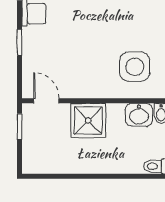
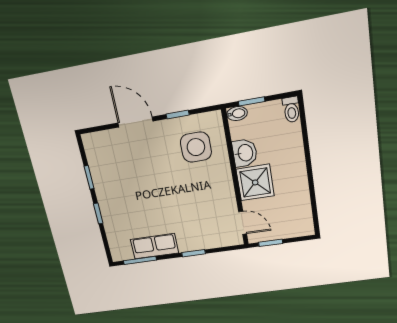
door: (46, 101) -> (243, 223), swing flipped
washbasin: (139, 115) -> (245, 153), moved

